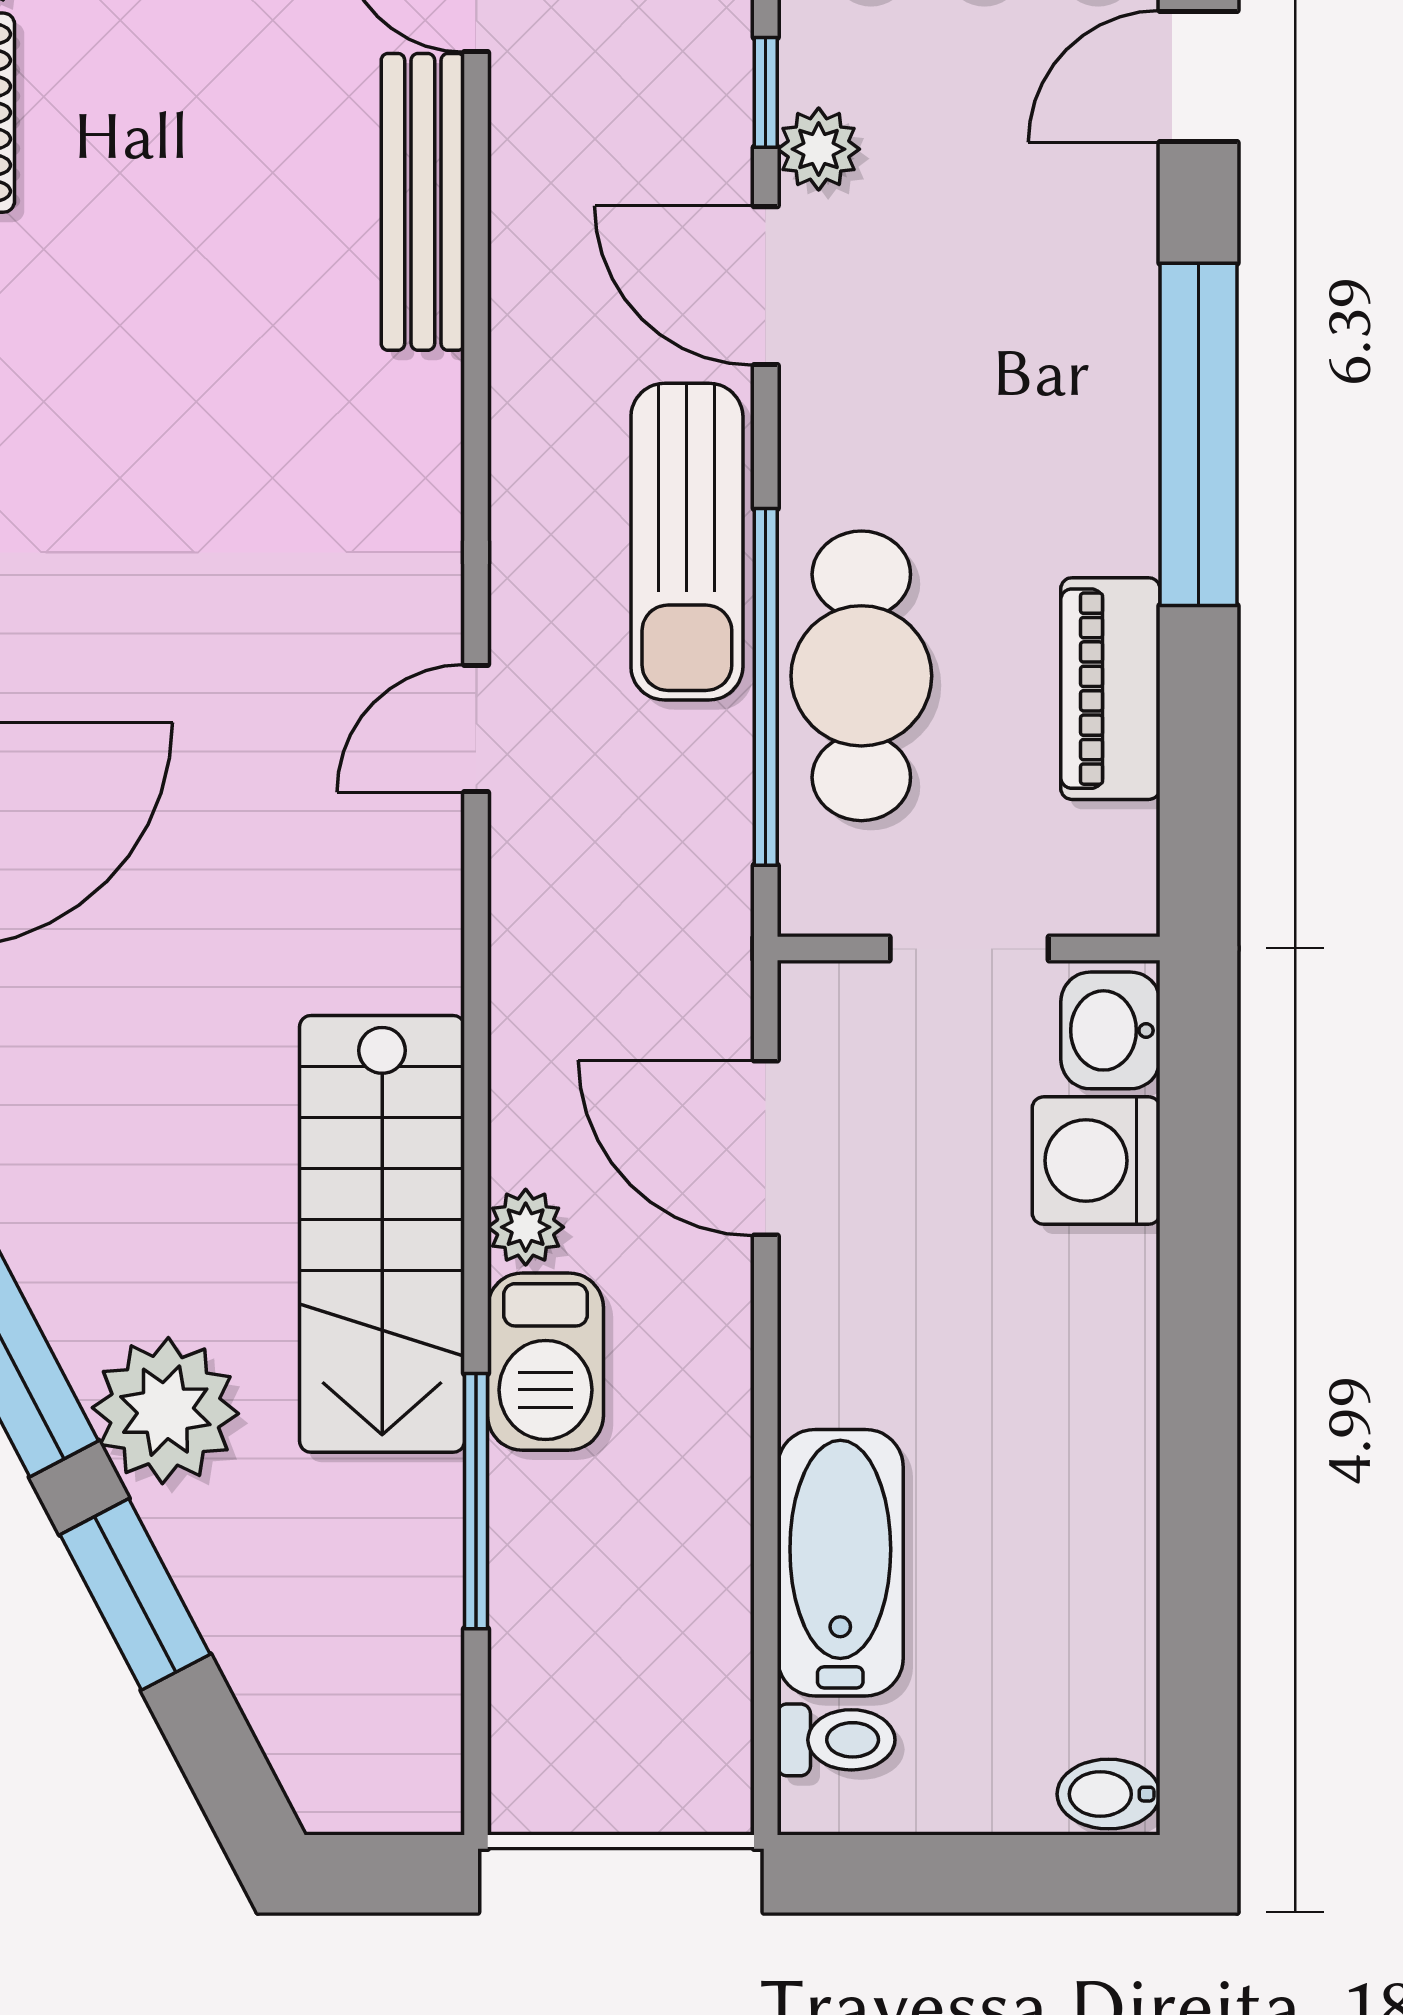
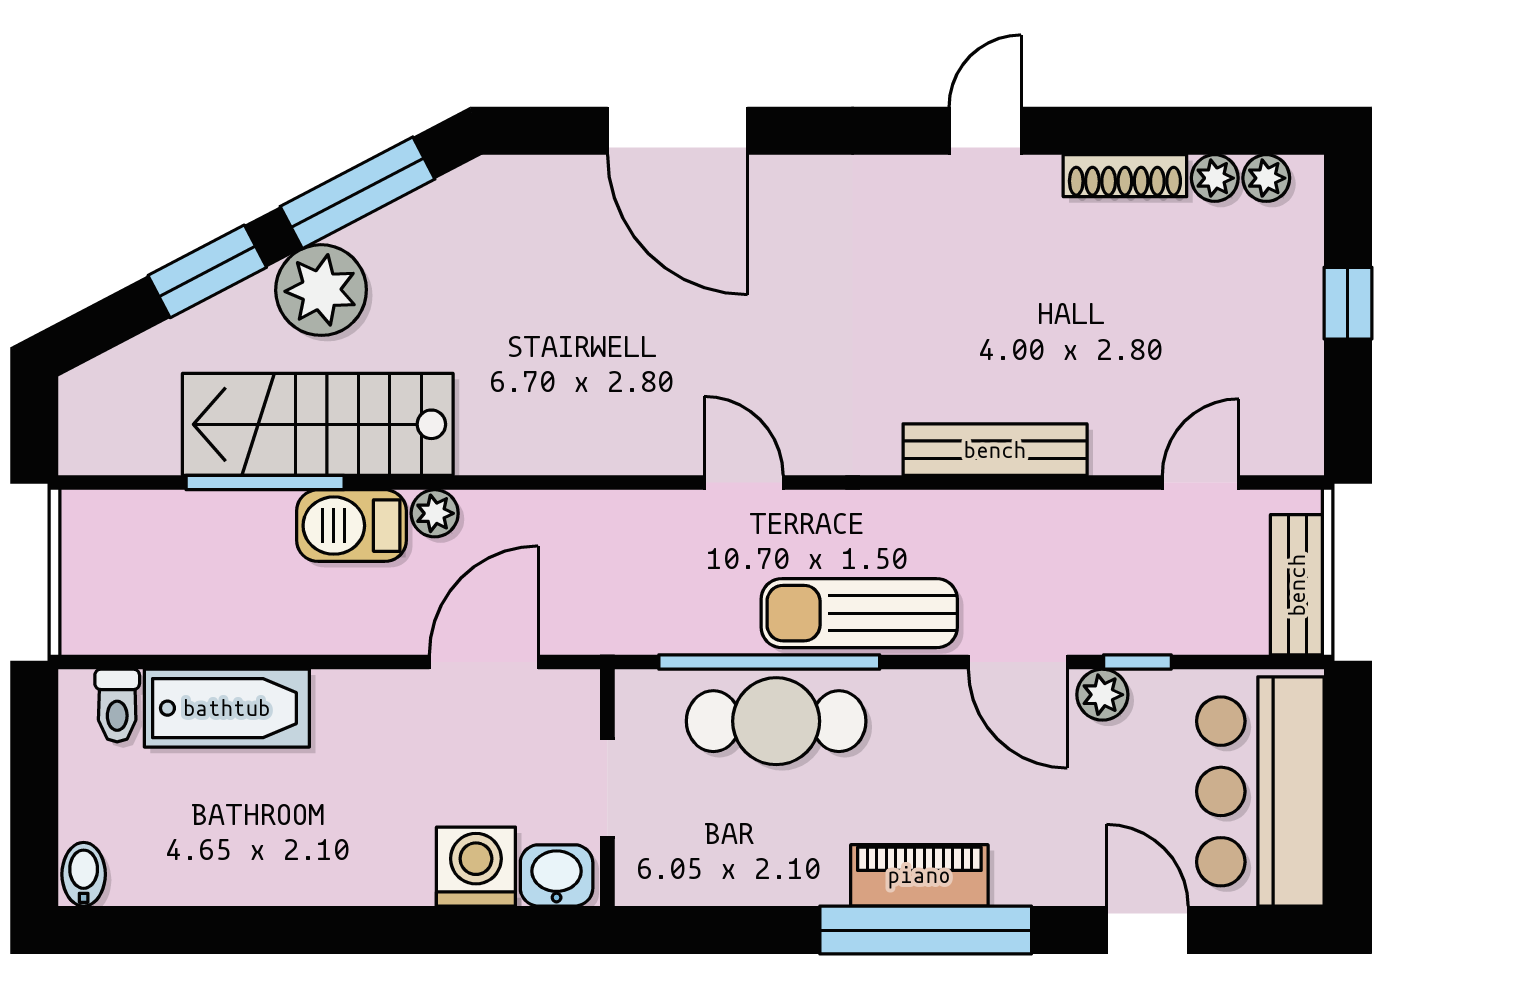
bench: (423, 202) -> (995, 450), moved
door: (766, 286) -> (1018, 662), swing flipped
piano: (1110, 689) -> (919, 875), moved
stairs: (382, 1234) -> (318, 424), moved

